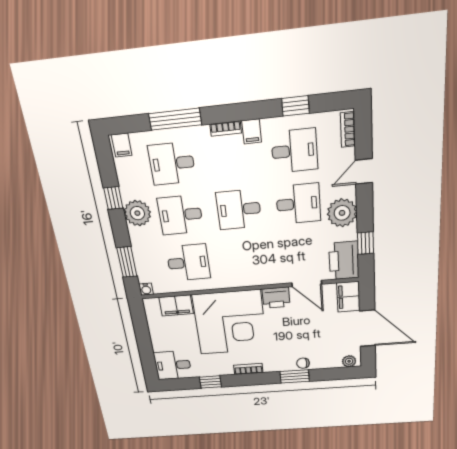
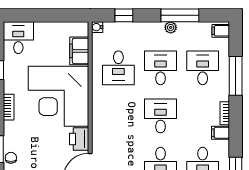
window: (113, 198) -> (180, 15), width x2.17
plant: (137, 213) -> (171, 27), width x0.53, depth x0.53
window: (127, 262) -> (124, 15), width x0.67

